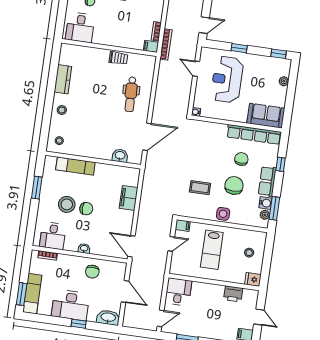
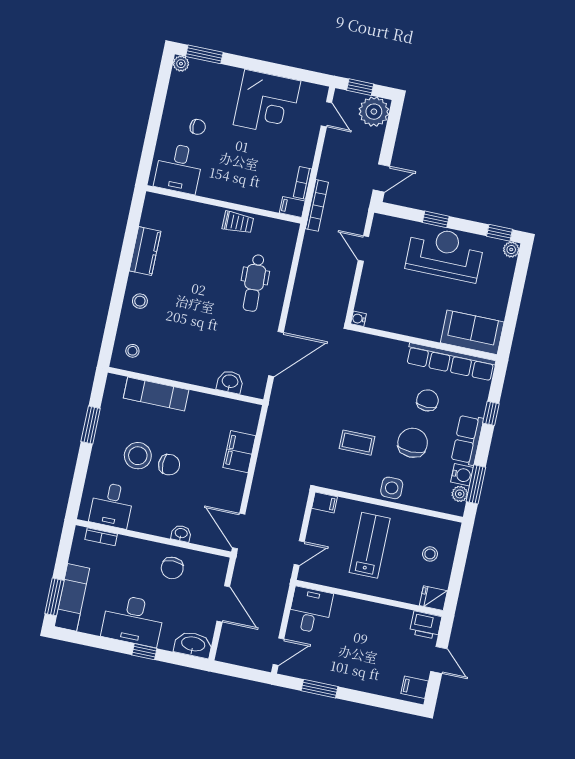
reception desk: (227, 79) -> (445, 254), moved, turned 90
plant: (284, 81) -> (511, 250), moved
door: (171, 244) -> (299, 553), moved
washbasin: (84, 248) -> (181, 533), moved
lab bench: (212, 250) -> (370, 545), turned 180
printer: (233, 294) -> (426, 625), moved

